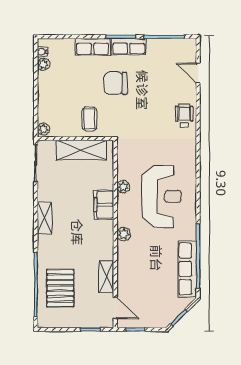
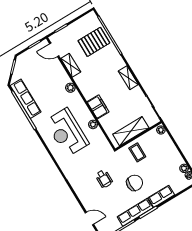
row of seats: (129, 47) -> (135, 212), width x1.48
wheelchair: (184, 116) -> (104, 179), moved
plant: (124, 234) -> (70, 88), moved
pallet: (60, 288) -> (94, 42), turned 90

